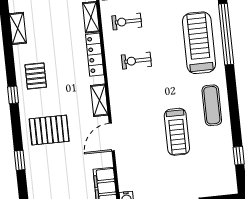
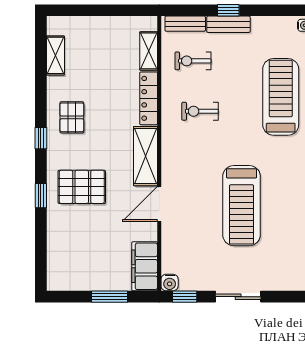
shelving: (99, 100) -> (145, 156), width x1.50, depth x1.33
exercise mat: (212, 105) -> (289, 177), removed
treadmill: (177, 132) -> (242, 206), width x1.37, depth x1.38
window: (20, 160) -> (41, 196), moved

